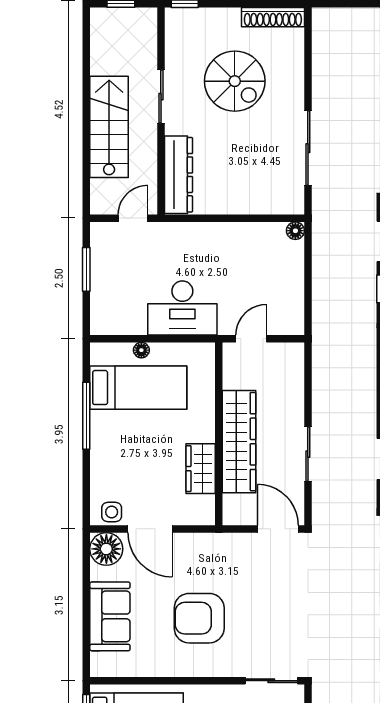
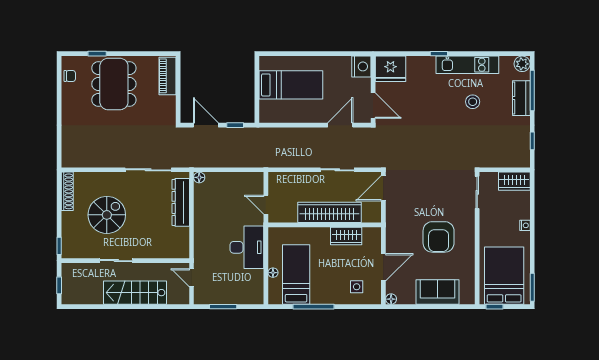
dresser: (178, 175) -> (181, 202), moved, turned -90
side table: (112, 512) -> (357, 287), moved
floor lamp: (106, 549) -> (391, 299), width x0.53, depth x0.53

